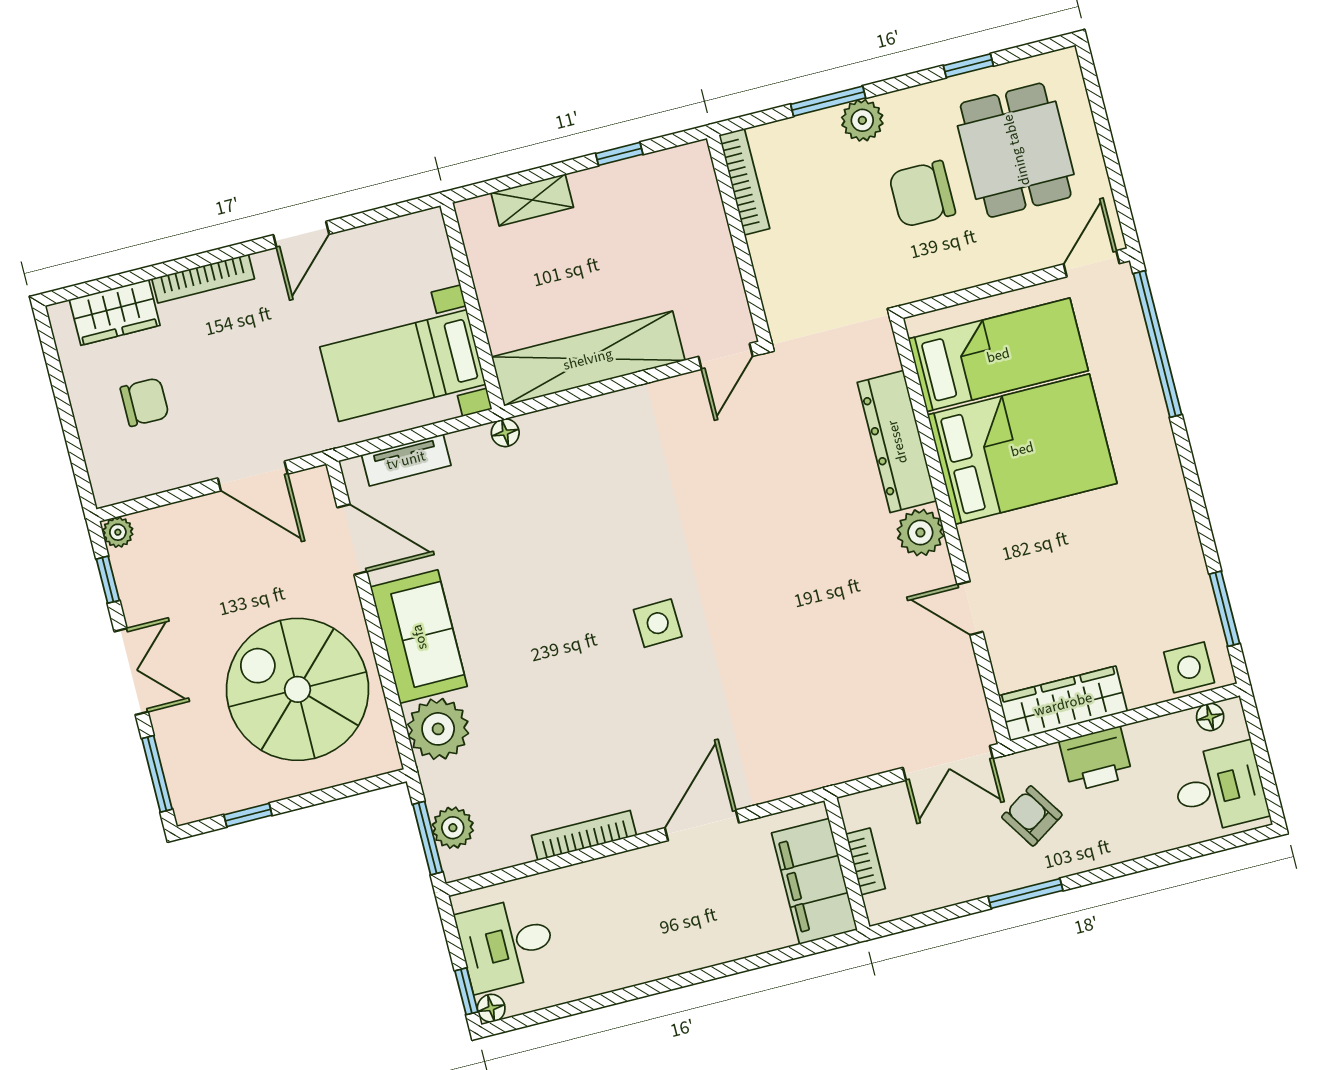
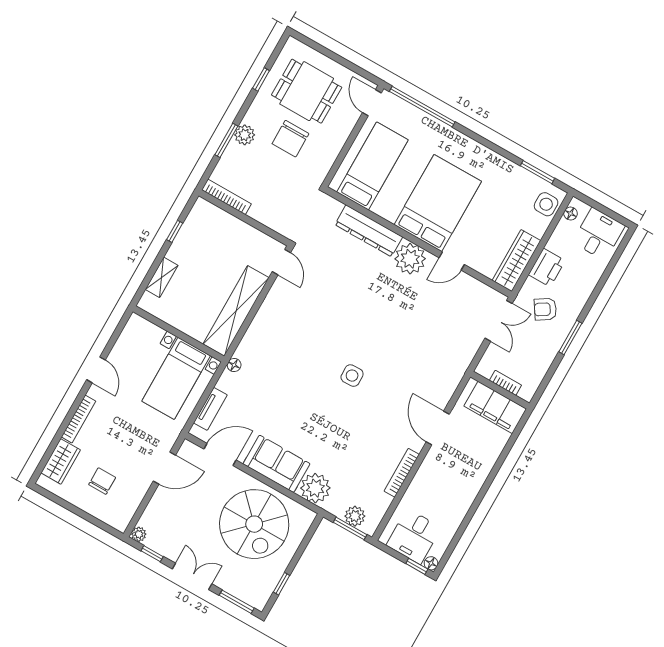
bed: (1022, 449) -> (438, 203), moved
plant: (920, 533) -> (410, 259), width x1.36, depth x1.36
spiral stairs: (298, 689) -> (254, 524), turned -90

